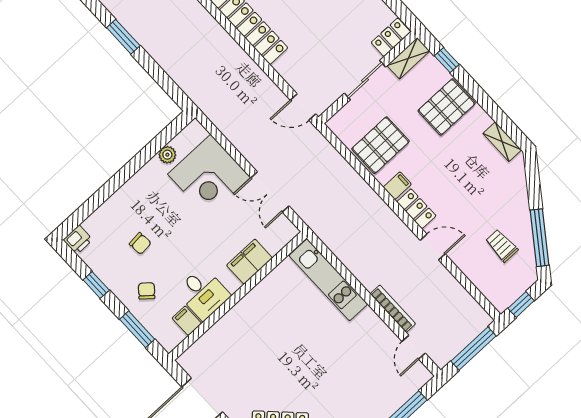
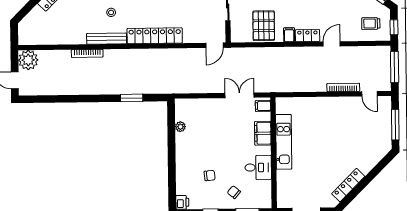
window: (123, 37) -> (132, 98), moved
corner desk: (209, 176) -> (207, 116), removed
double door: (270, 192) -> (239, 95), swing flipped
trolley: (502, 246) -> (371, 24), moved
kitchen unit: (328, 280) -> (284, 142), moved, turned -90
filing cabinet: (187, 321) -> (263, 106), moved

